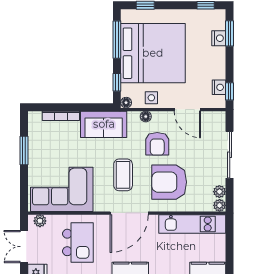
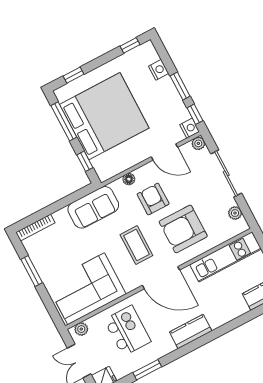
window: (230, 33) -> (180, 86), moved
nightstand: (219, 87) -> (190, 128), moved
side table: (151, 98) -> (125, 159), removed
floor lamp: (126, 103) -> (104, 176), removed
bookcase: (61, 116) -> (35, 228), moved
armchair: (157, 144) -> (153, 199), turned 180
plant: (220, 205) -> (198, 143), moved
door: (129, 213) -> (161, 278), hinge flipped

